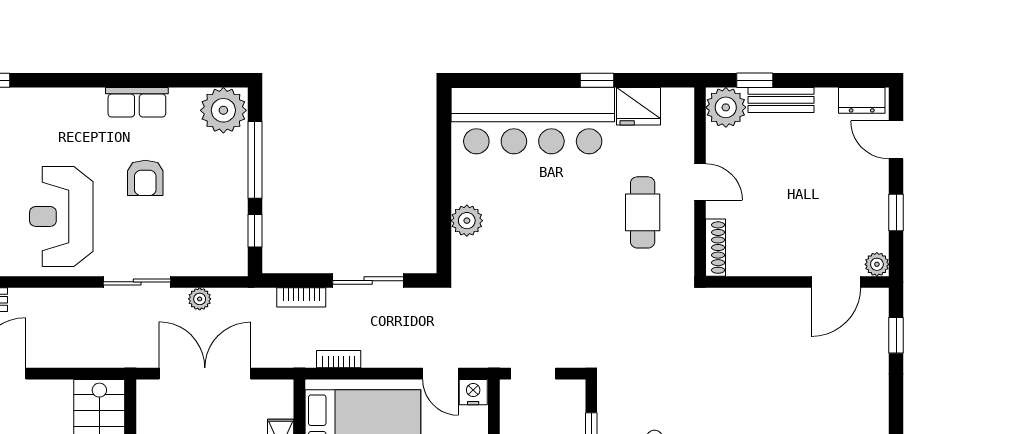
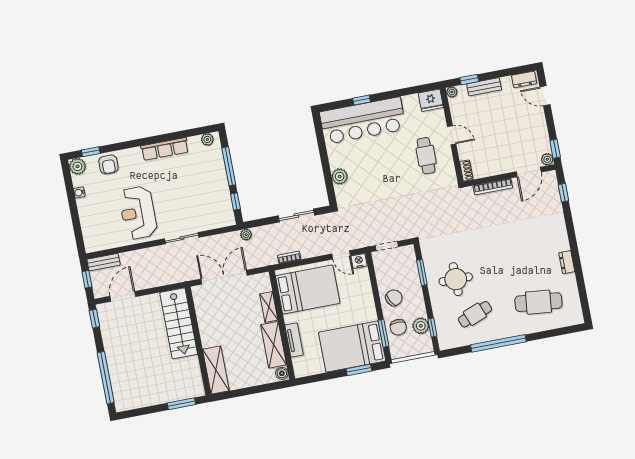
window: (597, 80) -> (362, 100), moved
row of seats: (137, 102) -> (165, 149), width x1.48
fridge: (639, 106) -> (431, 100), moved
plant: (726, 107) -> (452, 92), width x0.53, depth x0.53
plant: (223, 110) -> (207, 139), width x0.53, depth x0.53
armchair: (145, 178) -> (108, 164), moved
window: (896, 213) -> (555, 149), moved
shoe rack: (716, 248) -> (466, 171), width x0.70
bookcase: (301, 297) -> (493, 187), moved, width x1.56
plant: (200, 299) -> (246, 235), moved

